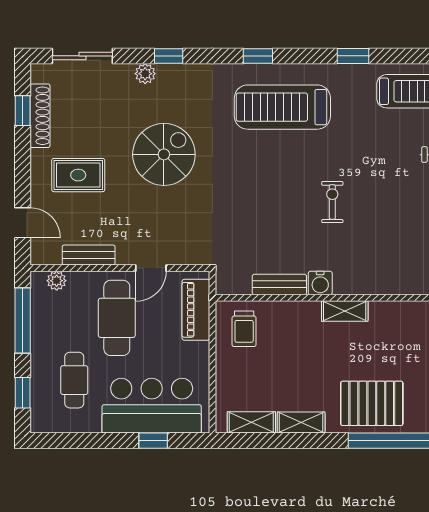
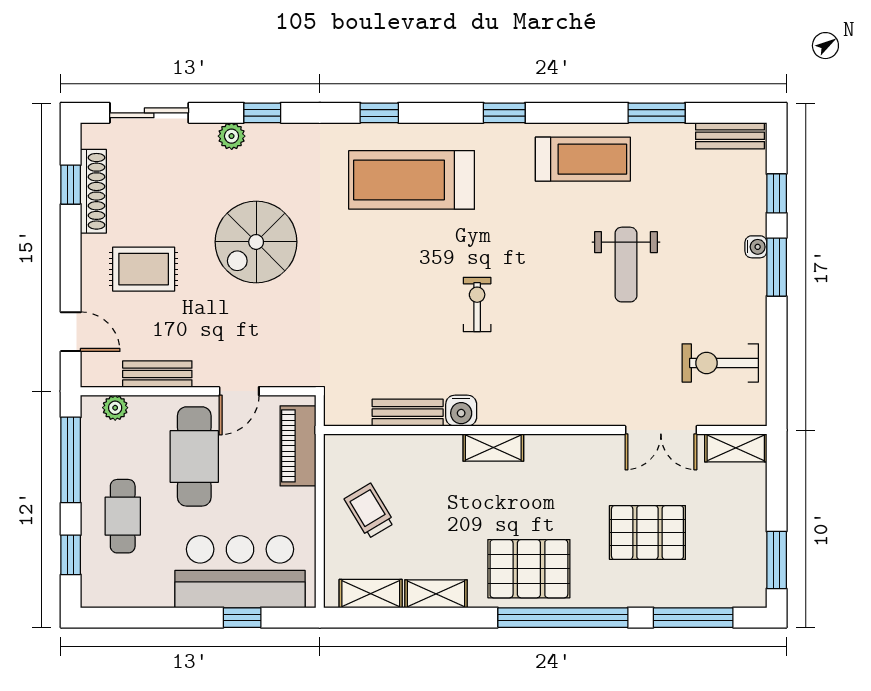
spiral stairs: (164, 154) -> (256, 242), turned 180
trolley: (244, 329) -> (369, 511), moved, turned 149
cafe table: (74, 380) -> (123, 516), moved

